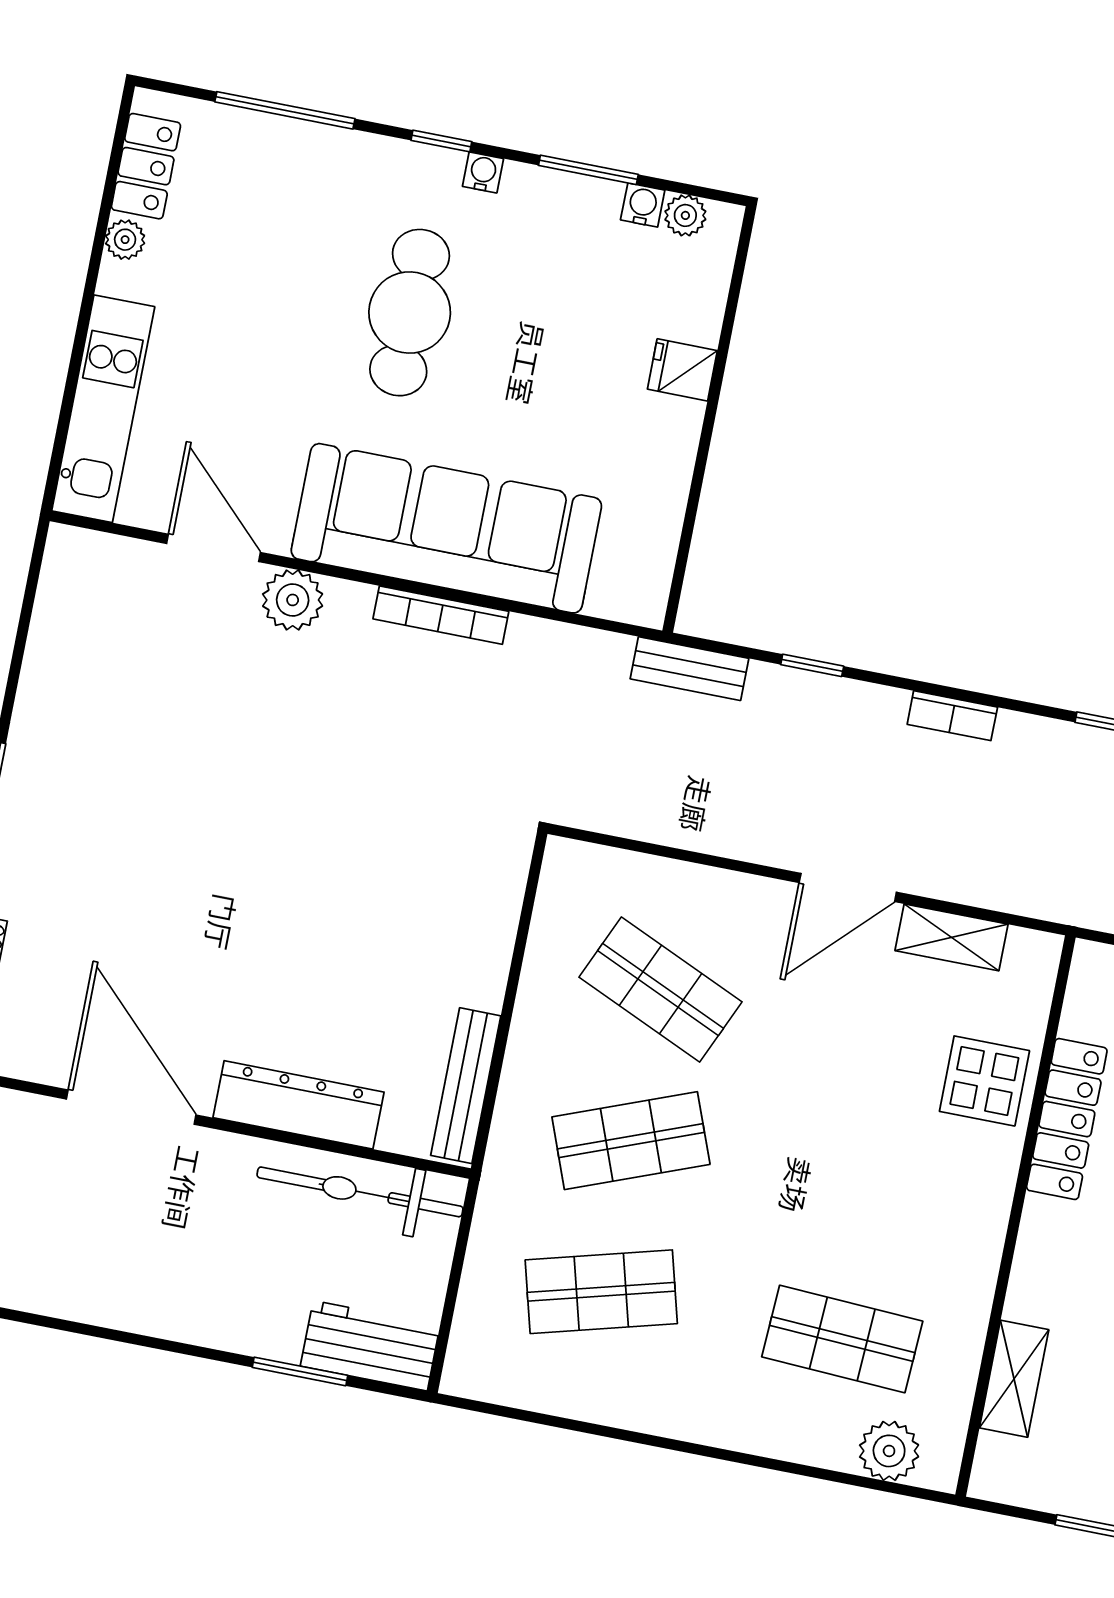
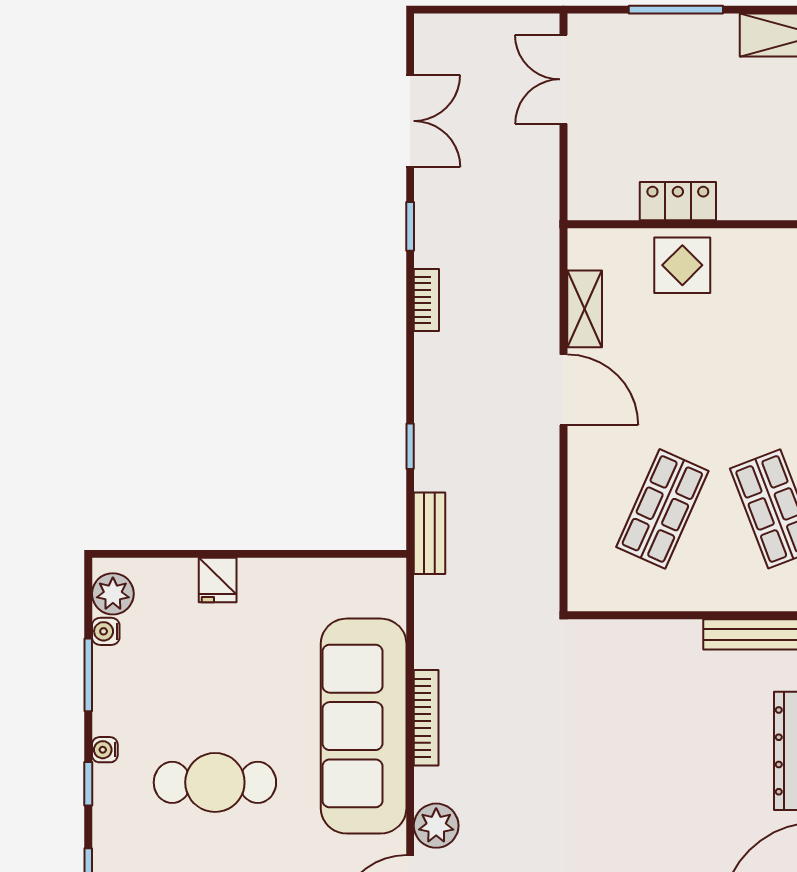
plant: (685, 215) -> (113, 594), width x1.38, depth x1.38
bookcase: (952, 716) -> (426, 300), moved
locker: (1067, 1119) -> (678, 201), width x0.66

